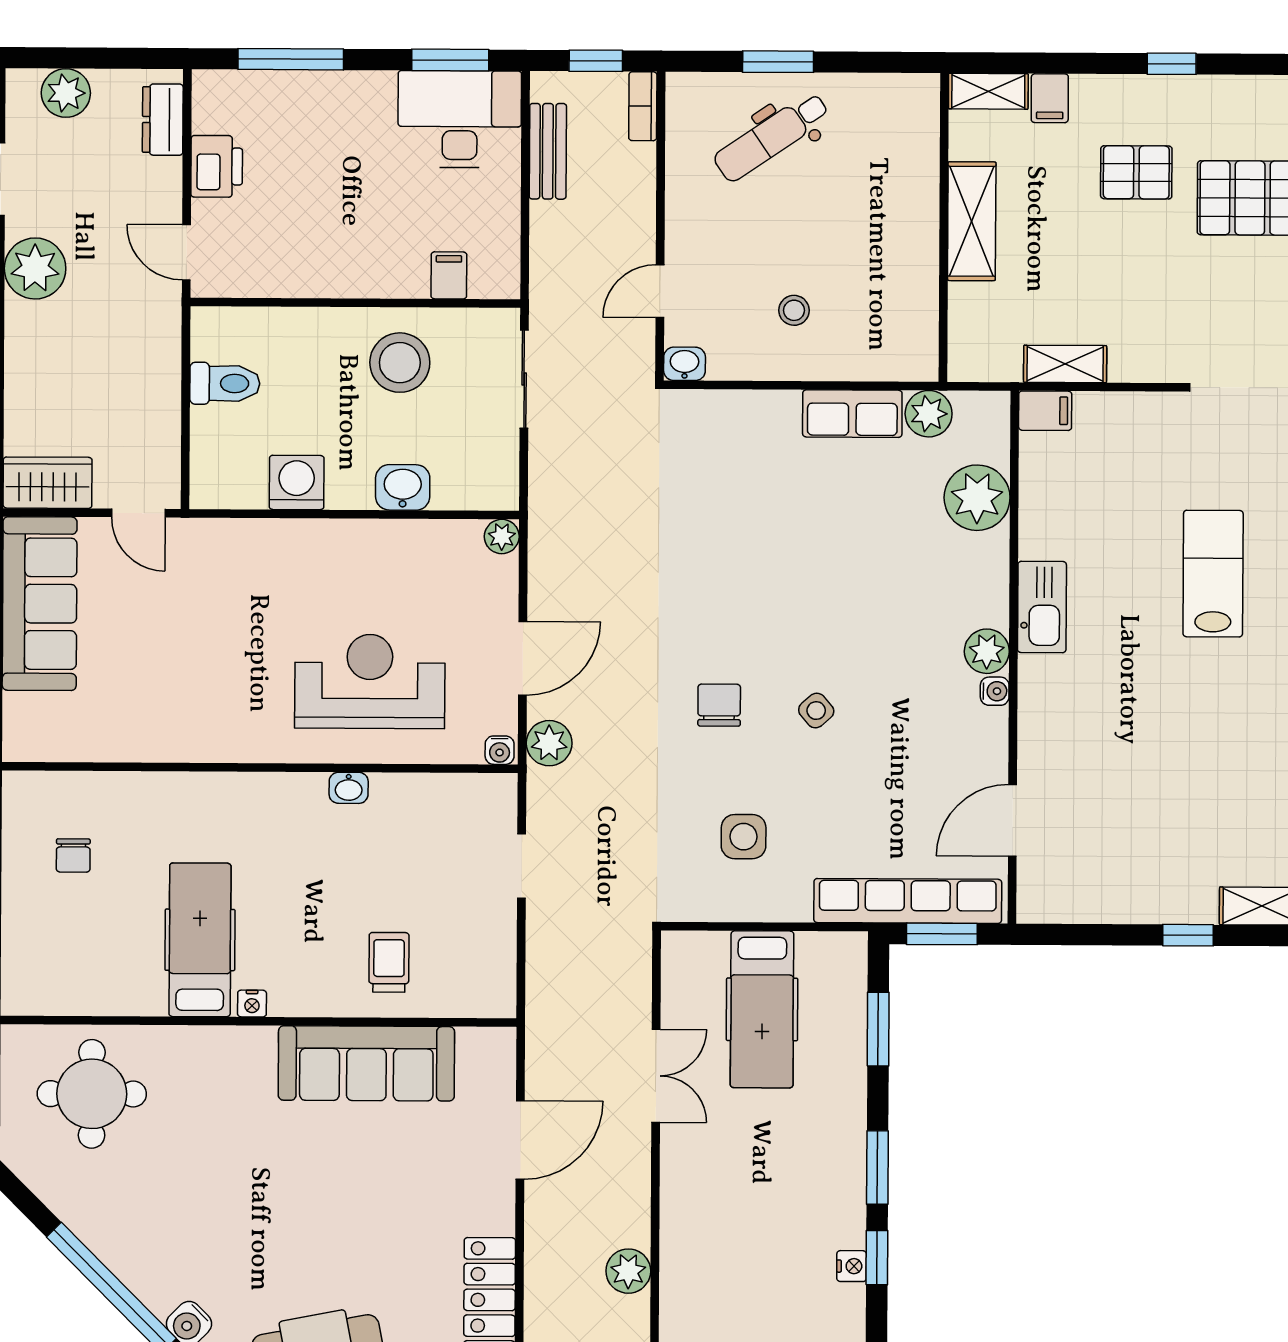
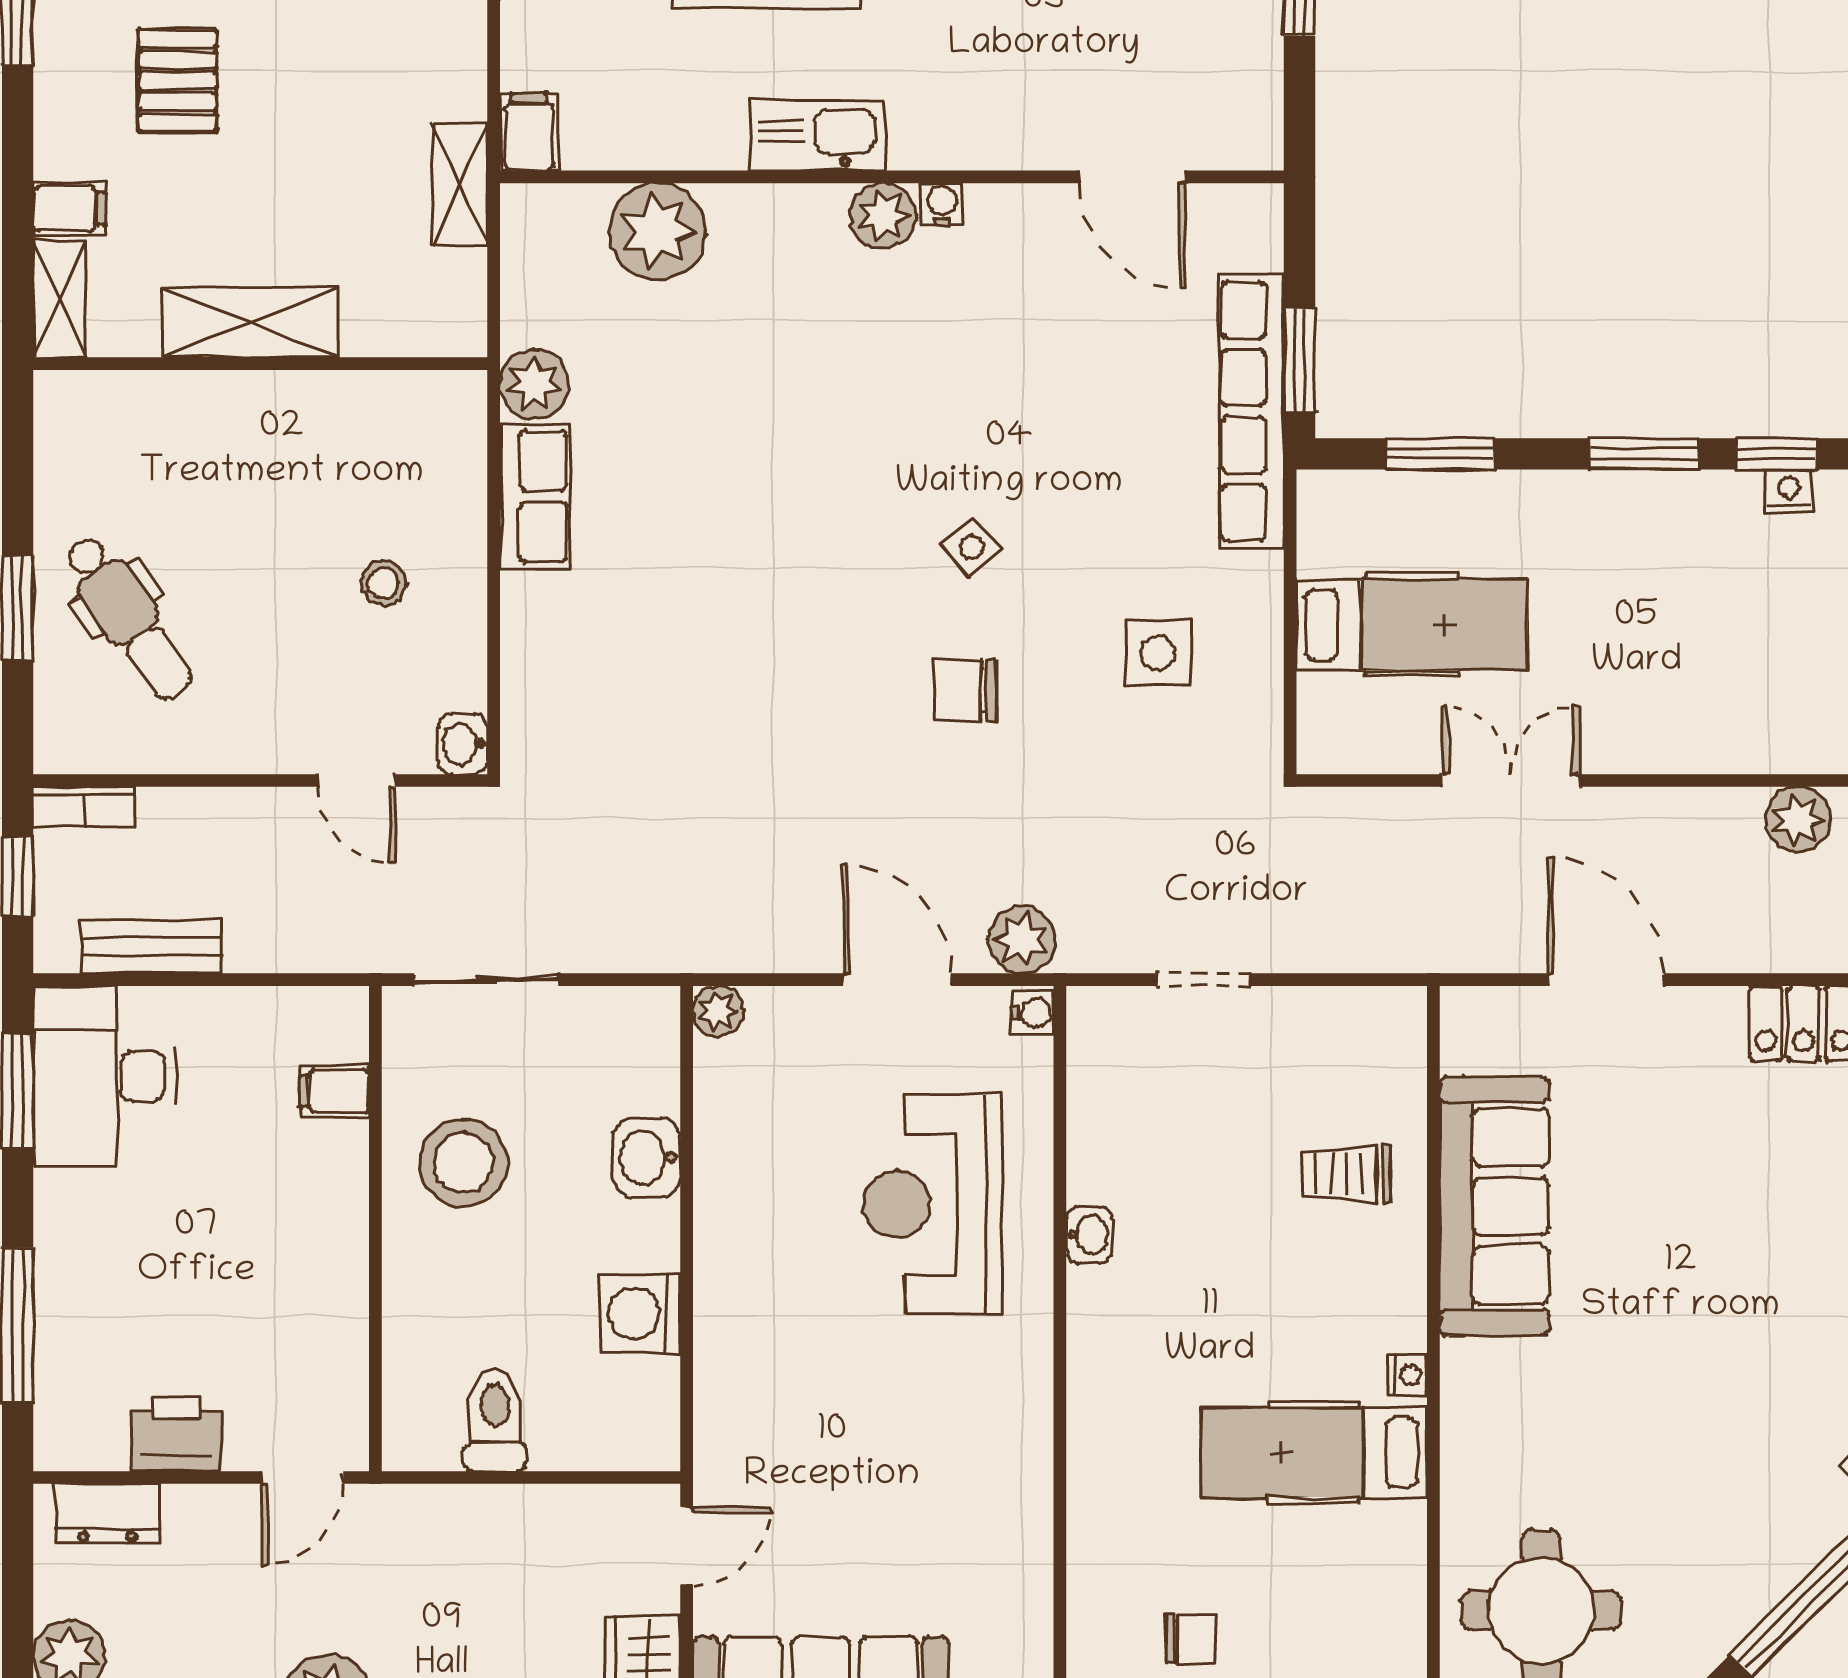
filing cabinet: (1045, 411) -> (529, 132), moved
plant: (977, 498) -> (657, 231), moved
kitchen sink: (1042, 607) -> (818, 135), moved
plant: (987, 651) -> (883, 216), moved
wall: (1013, 657) -> (892, 177), moved
water cooler: (995, 691) -> (942, 204), moved
door: (1012, 820) -> (1132, 177), moved

